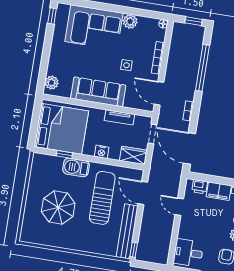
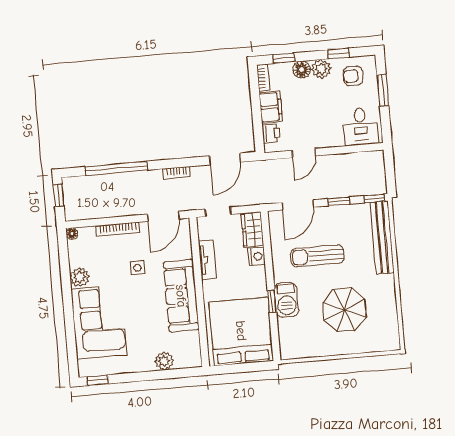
plant: (52, 83) -> (164, 361), moved
door: (189, 148) -> (225, 159), width x0.73
nightstand: (102, 152) -> (257, 256), moved
window: (64, 154) -> (272, 301), moved
sun lounger: (102, 198) -> (317, 256), width x0.73, depth x0.75
window: (138, 224) -> (339, 201), added
bench: (127, 231) -> (382, 237), moved, turned 90

